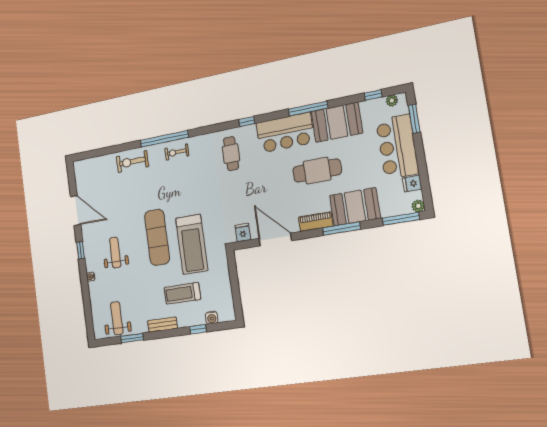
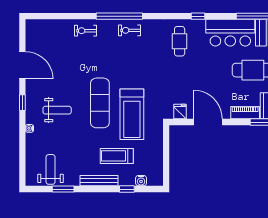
exercise bike: (132, 162) -> (86, 31), width x0.73, depth x0.72
weight bench: (115, 253) -> (57, 110), turned 90
bench: (162, 325) -> (99, 181), width x1.36

